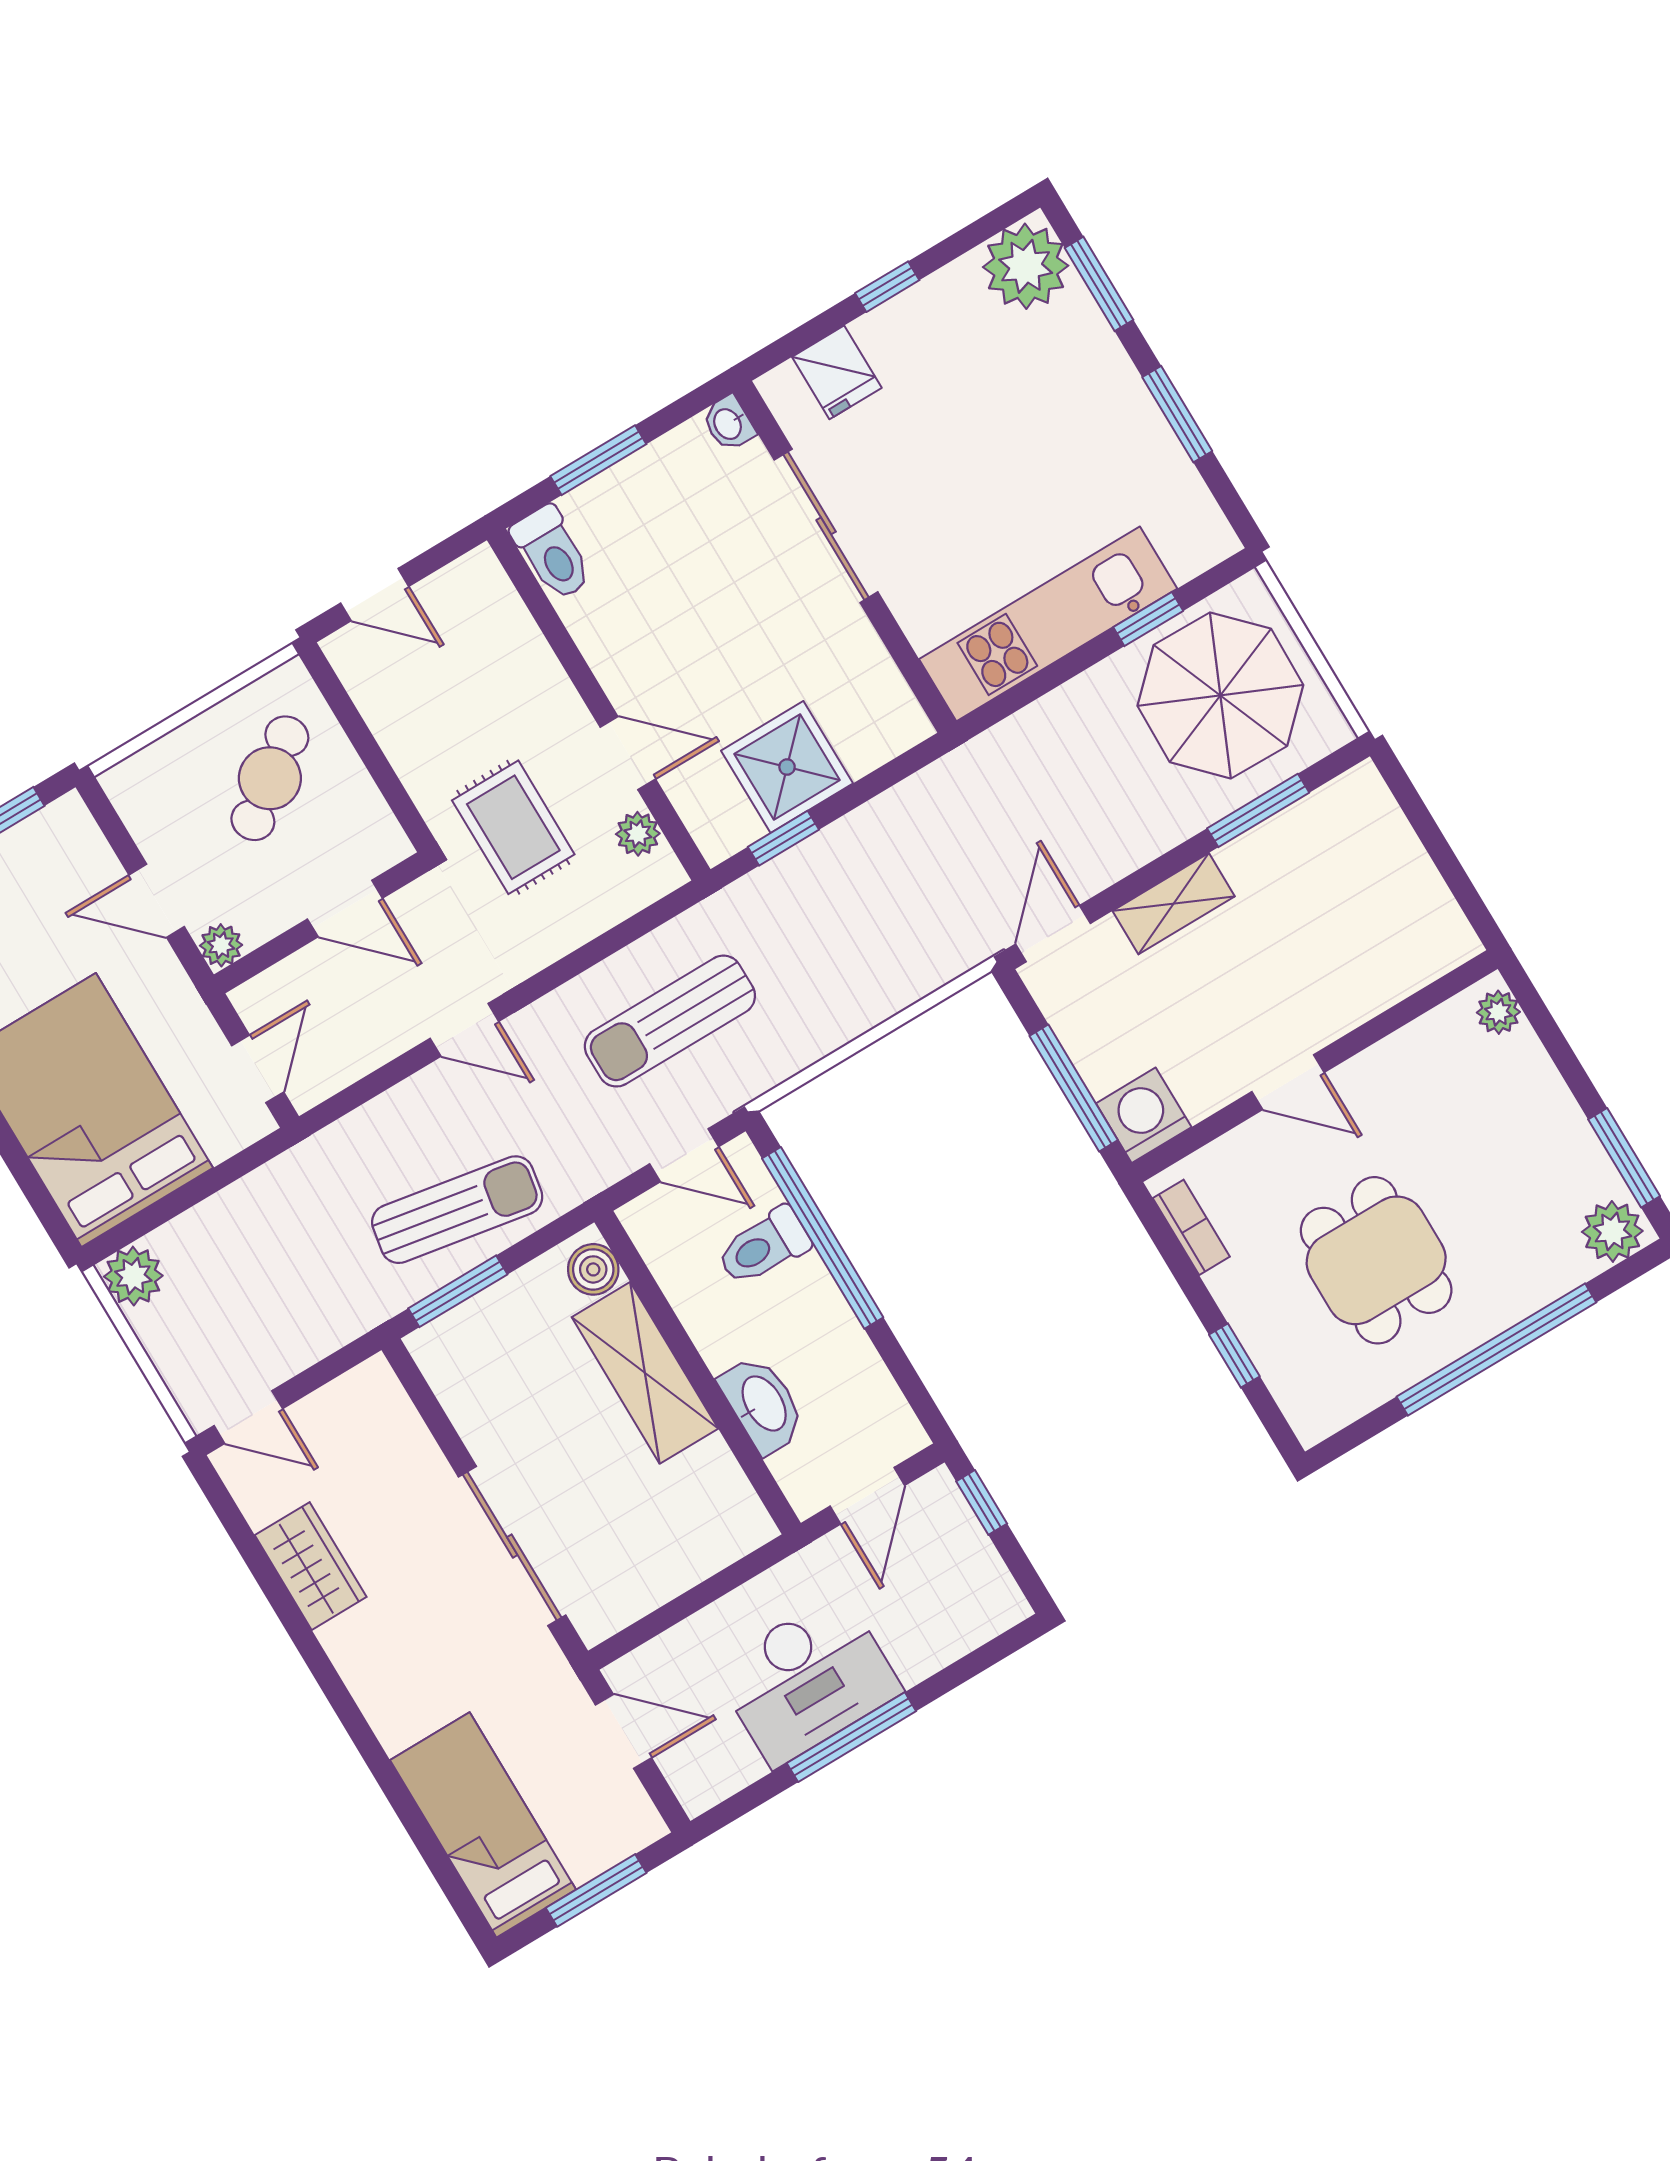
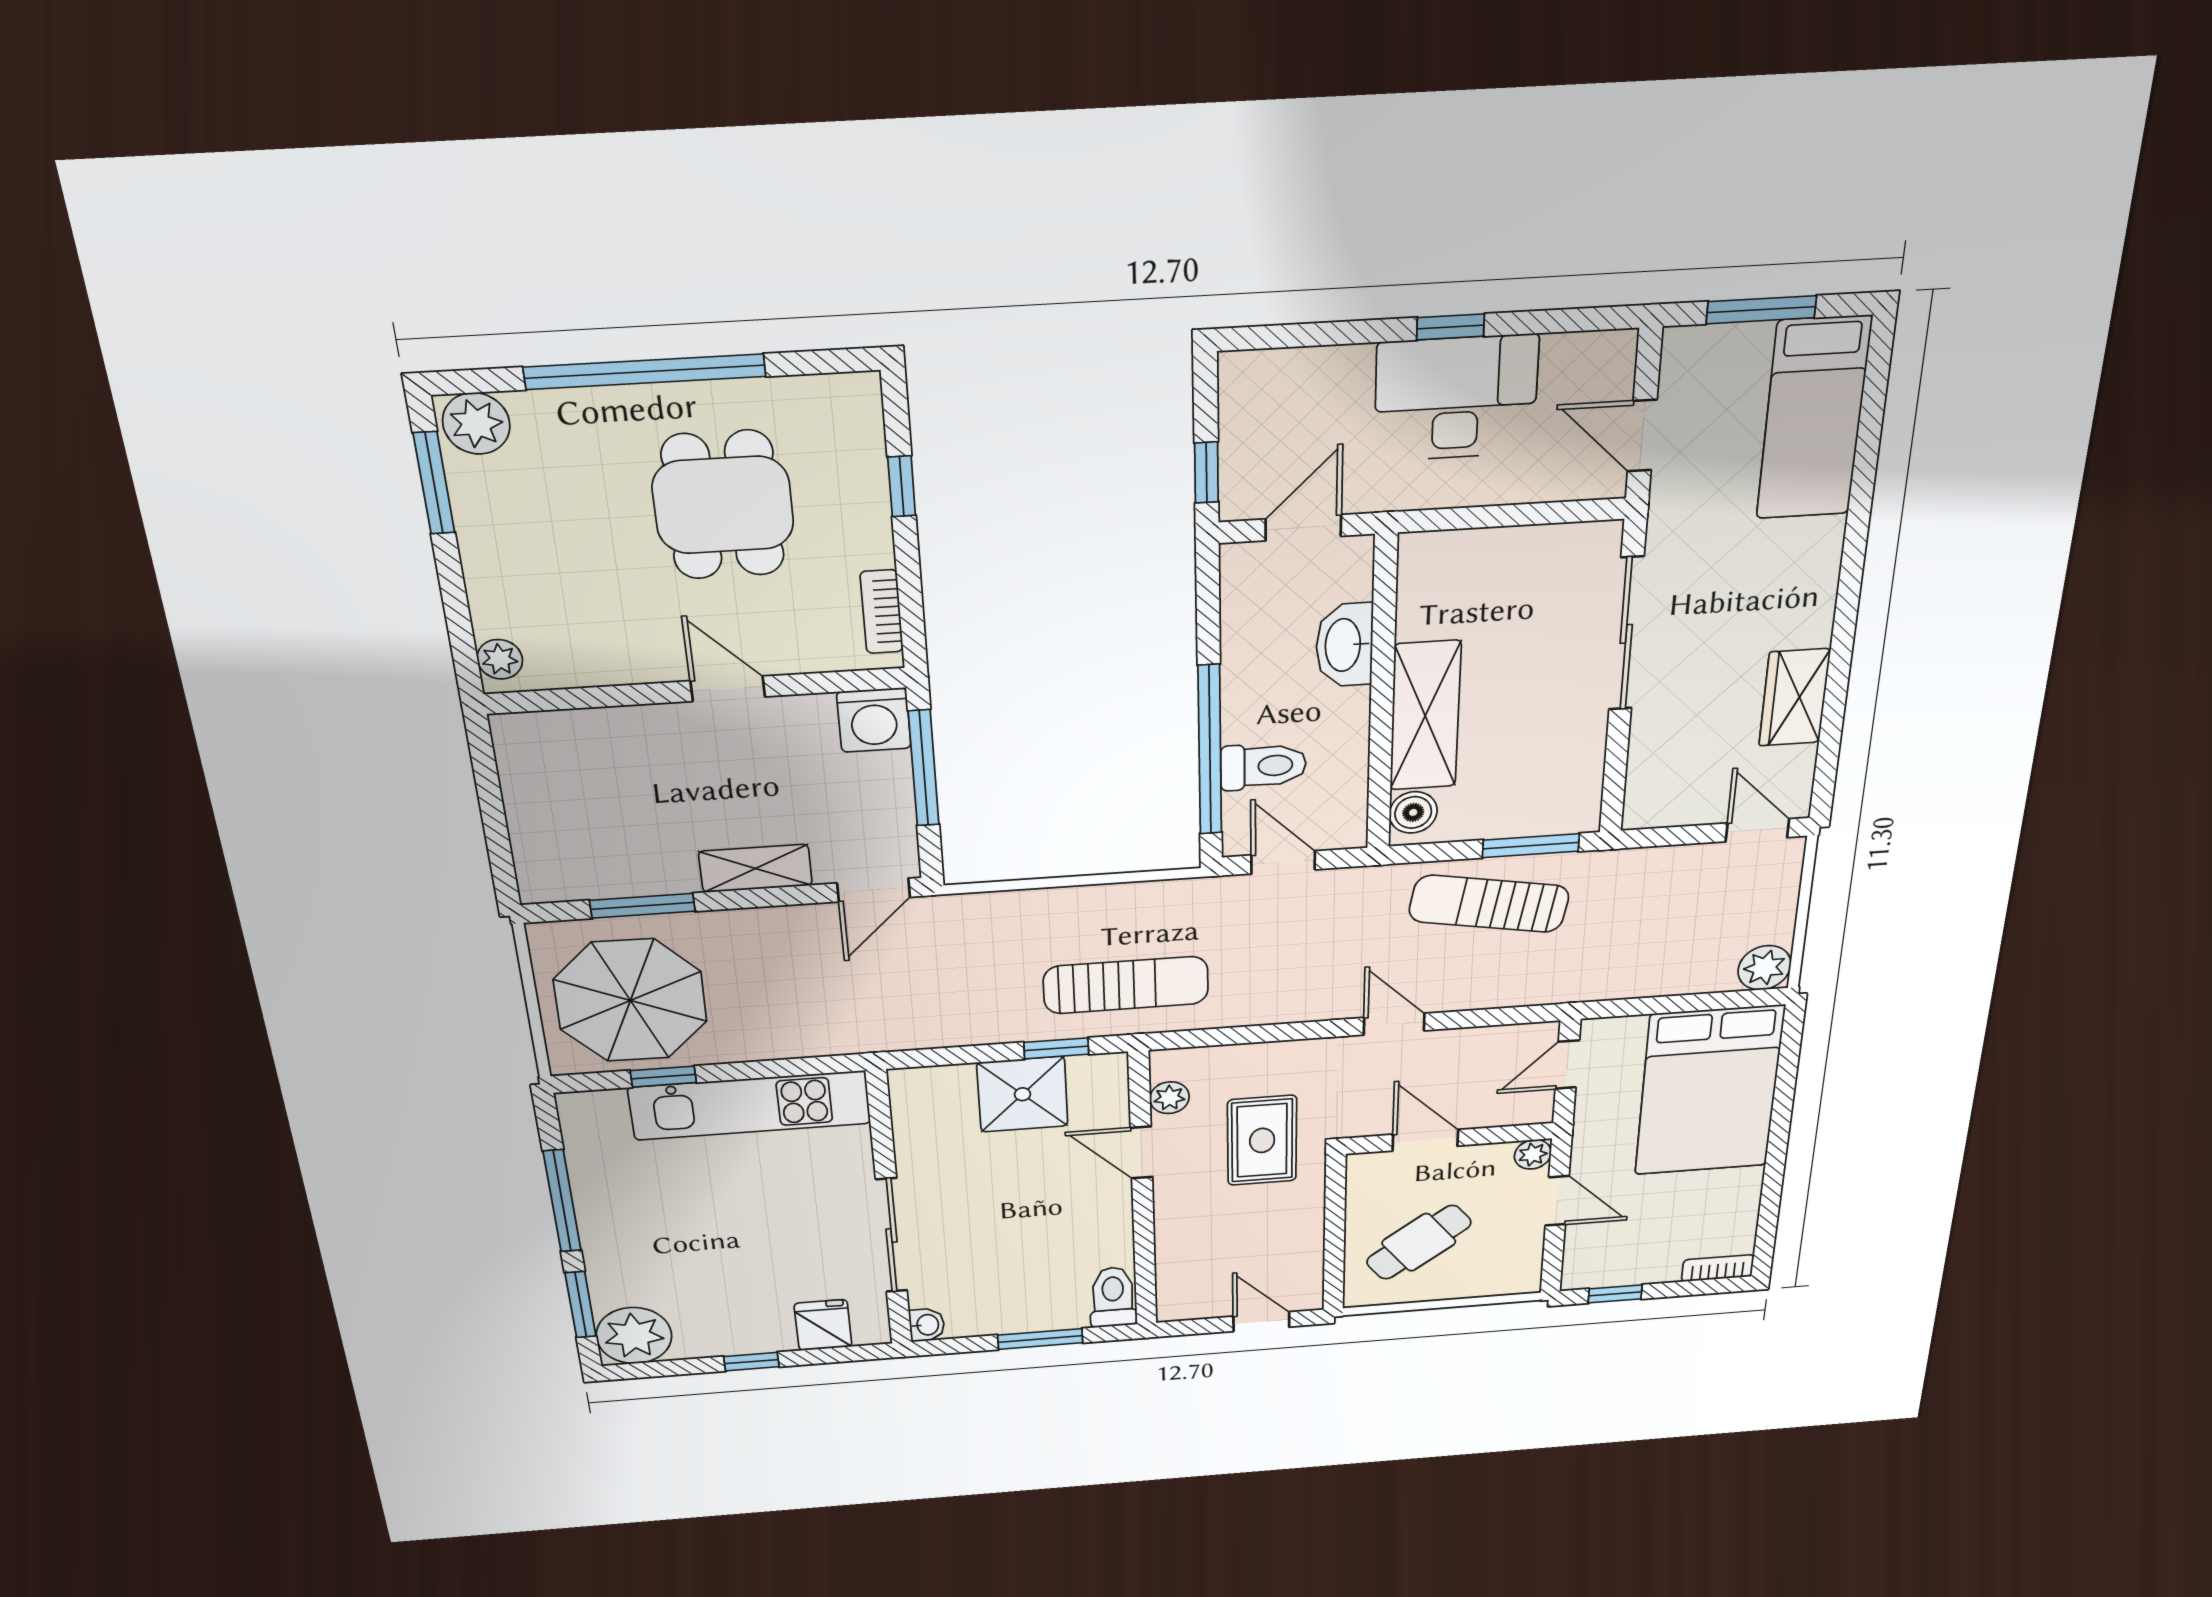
window: (1177, 414) -> (562, 1201), width x1.44
sun lounger: (670, 1021) -> (1126, 985), moved
window: (851, 1737) -> (1451, 327), width x0.46

